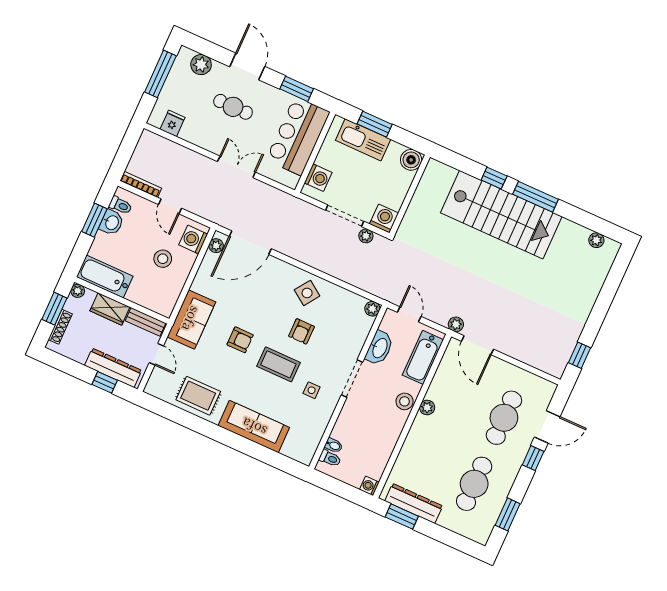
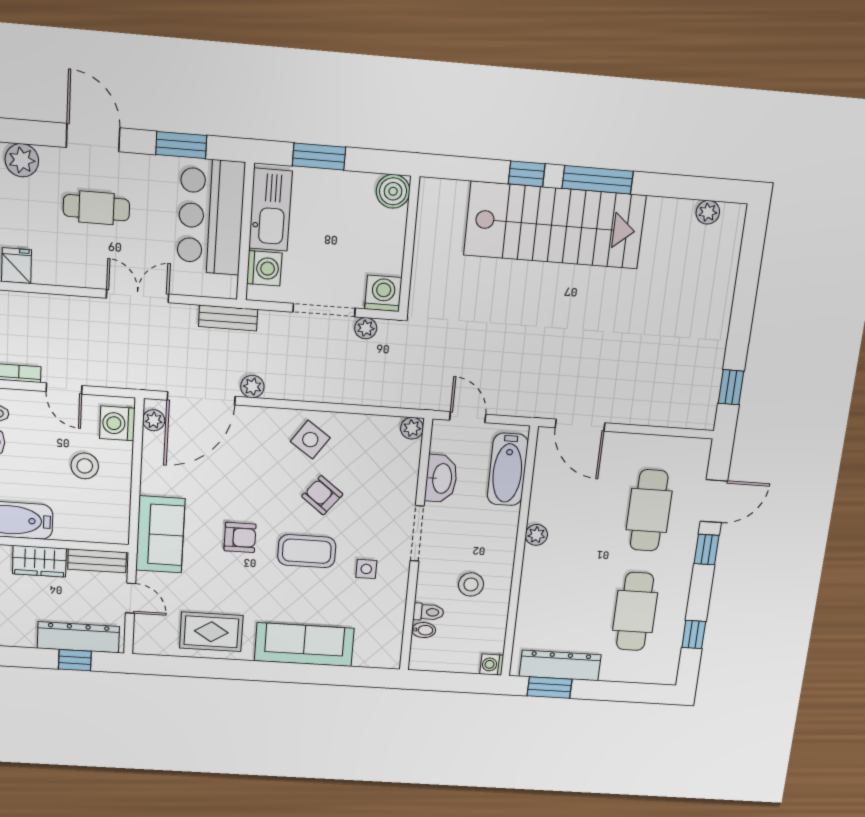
kitchen sink: (363, 140) -> (270, 210), moved, turned -90
bench: (285, 200) -> (228, 318), added
plant: (456, 324) -> (252, 387), moved
armchair: (301, 331) -> (322, 495), turned 128
stool: (405, 401) -> (471, 584), moved
toilet: (330, 458) -> (428, 612), moved
window: (508, 514) -> (694, 634), width x0.67

